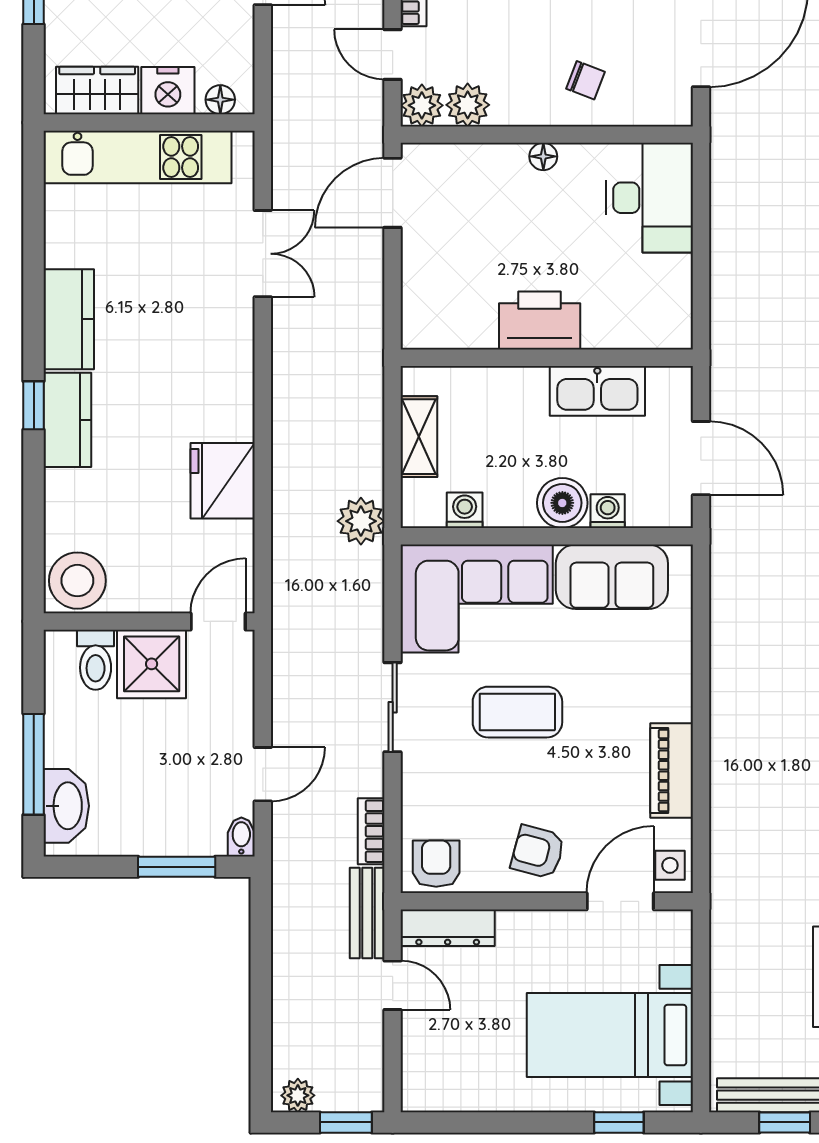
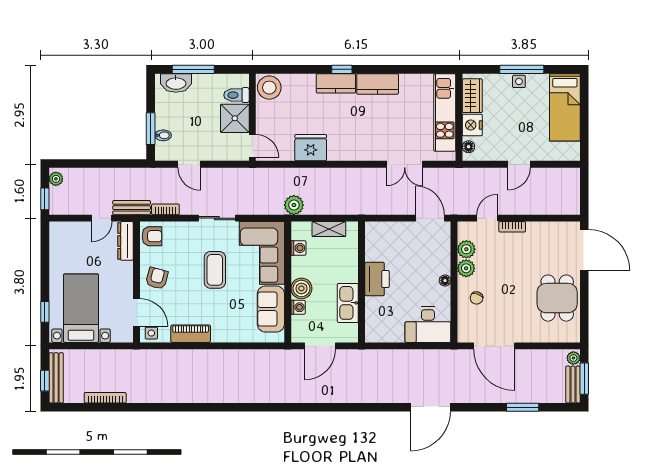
plant: (422, 105) -> (466, 268), moved
bidet: (241, 837) -> (163, 135), moved

